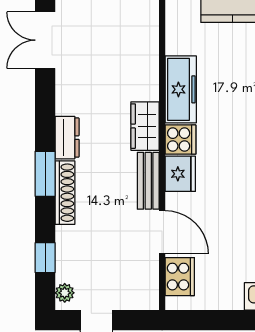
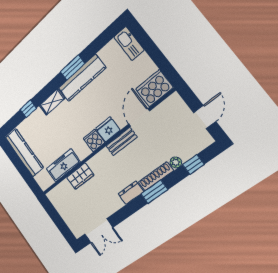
freezer: (181, 89) -> (63, 165), moved
wardrobe: (145, 126) -> (80, 176), moved
cooker: (180, 277) -> (154, 88), width x1.37, depth x1.31
plant: (65, 293) -> (176, 162), moved

